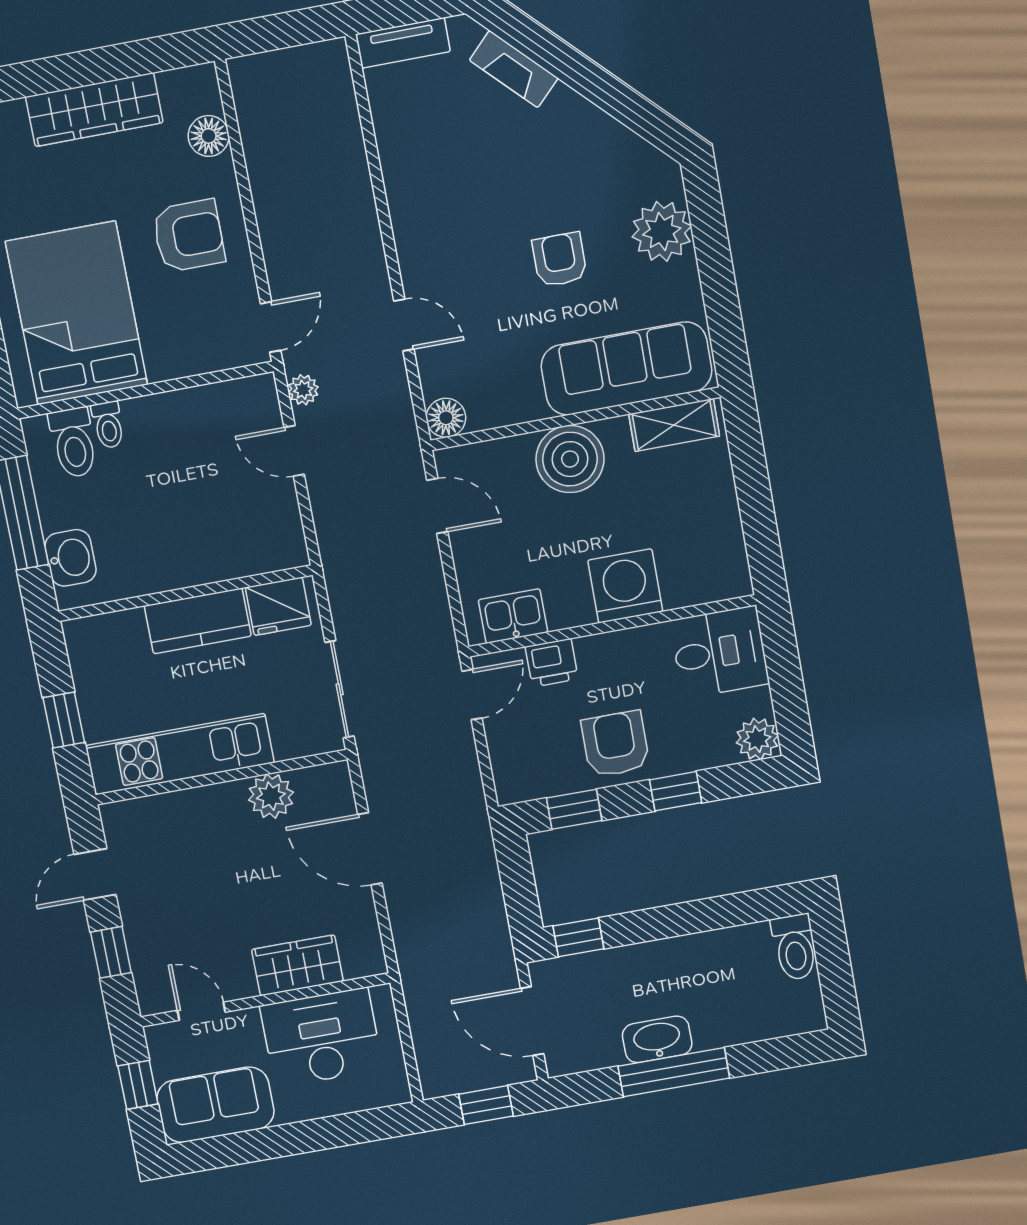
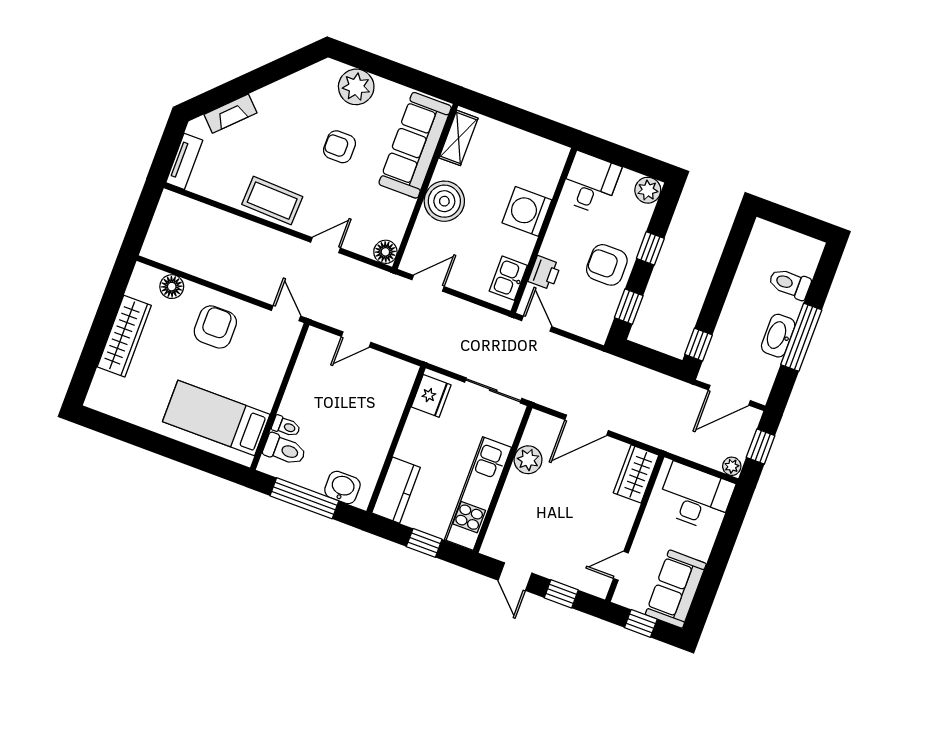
coffee table: (422, 208) -> (272, 201), added
bed: (77, 313) -> (216, 418), width x0.67
plant: (303, 390) -> (732, 466), moved
kitchen counter: (198, 621) -> (396, 490), moved
toilet: (795, 947) -> (790, 284), moved, turned 180
wardrobe: (297, 965) -> (636, 474), moved
desk: (321, 1038) -> (695, 497), moved, turned 90

